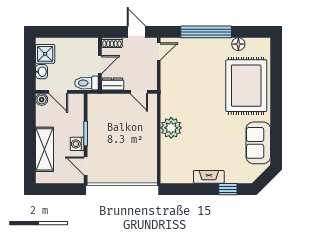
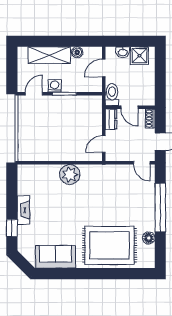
boiler: (42, 100) -> (77, 52), moved

